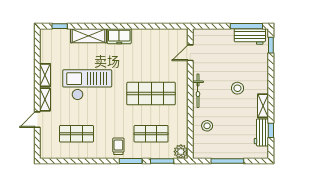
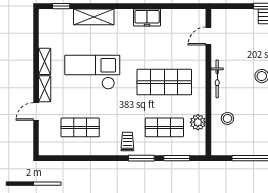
freezer: (119, 36) -> (147, 17), moved
plant: (181, 152) -> (198, 122), moved

